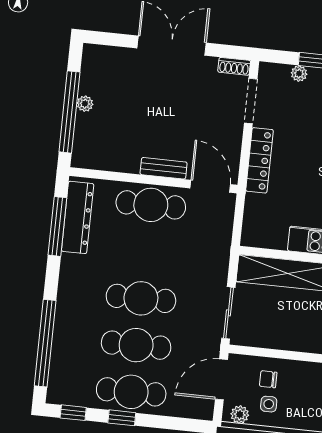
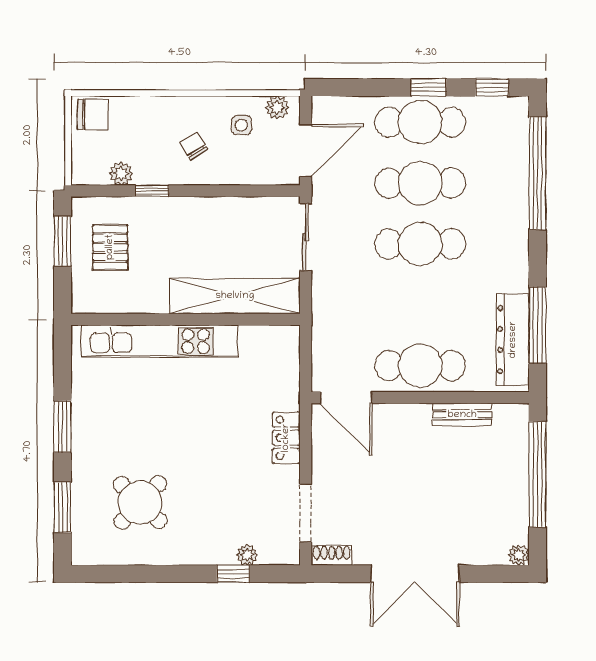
plant: (85, 104) -> (519, 555), moved
locker: (259, 160) -> (286, 438), width x0.66
bench: (164, 168) -> (462, 415), moved
chair: (268, 379) -> (194, 146), moved, turned -122

